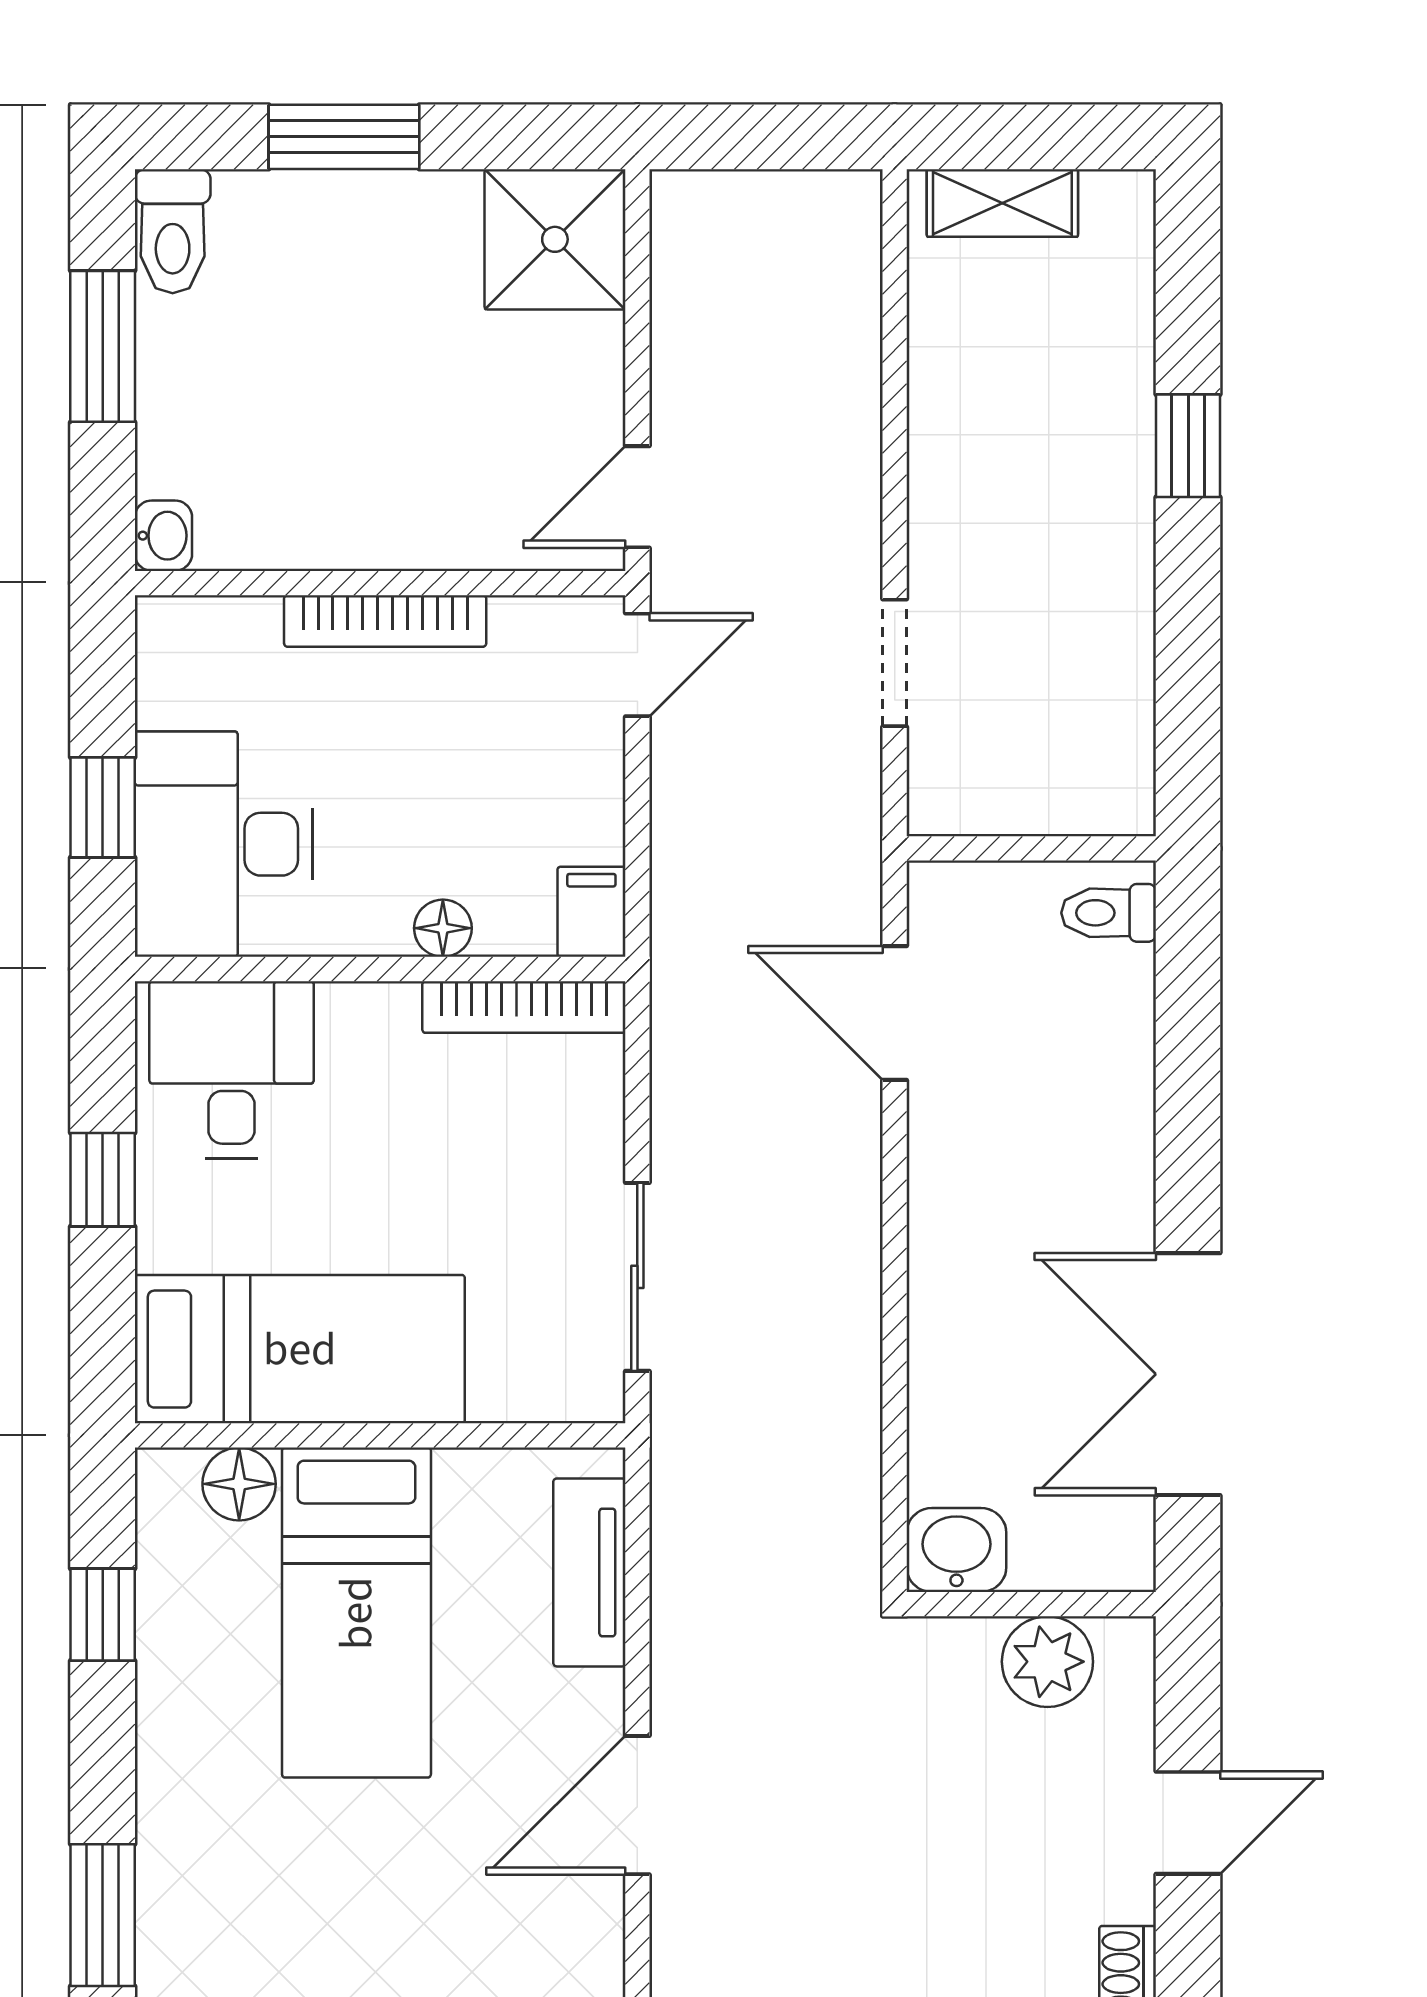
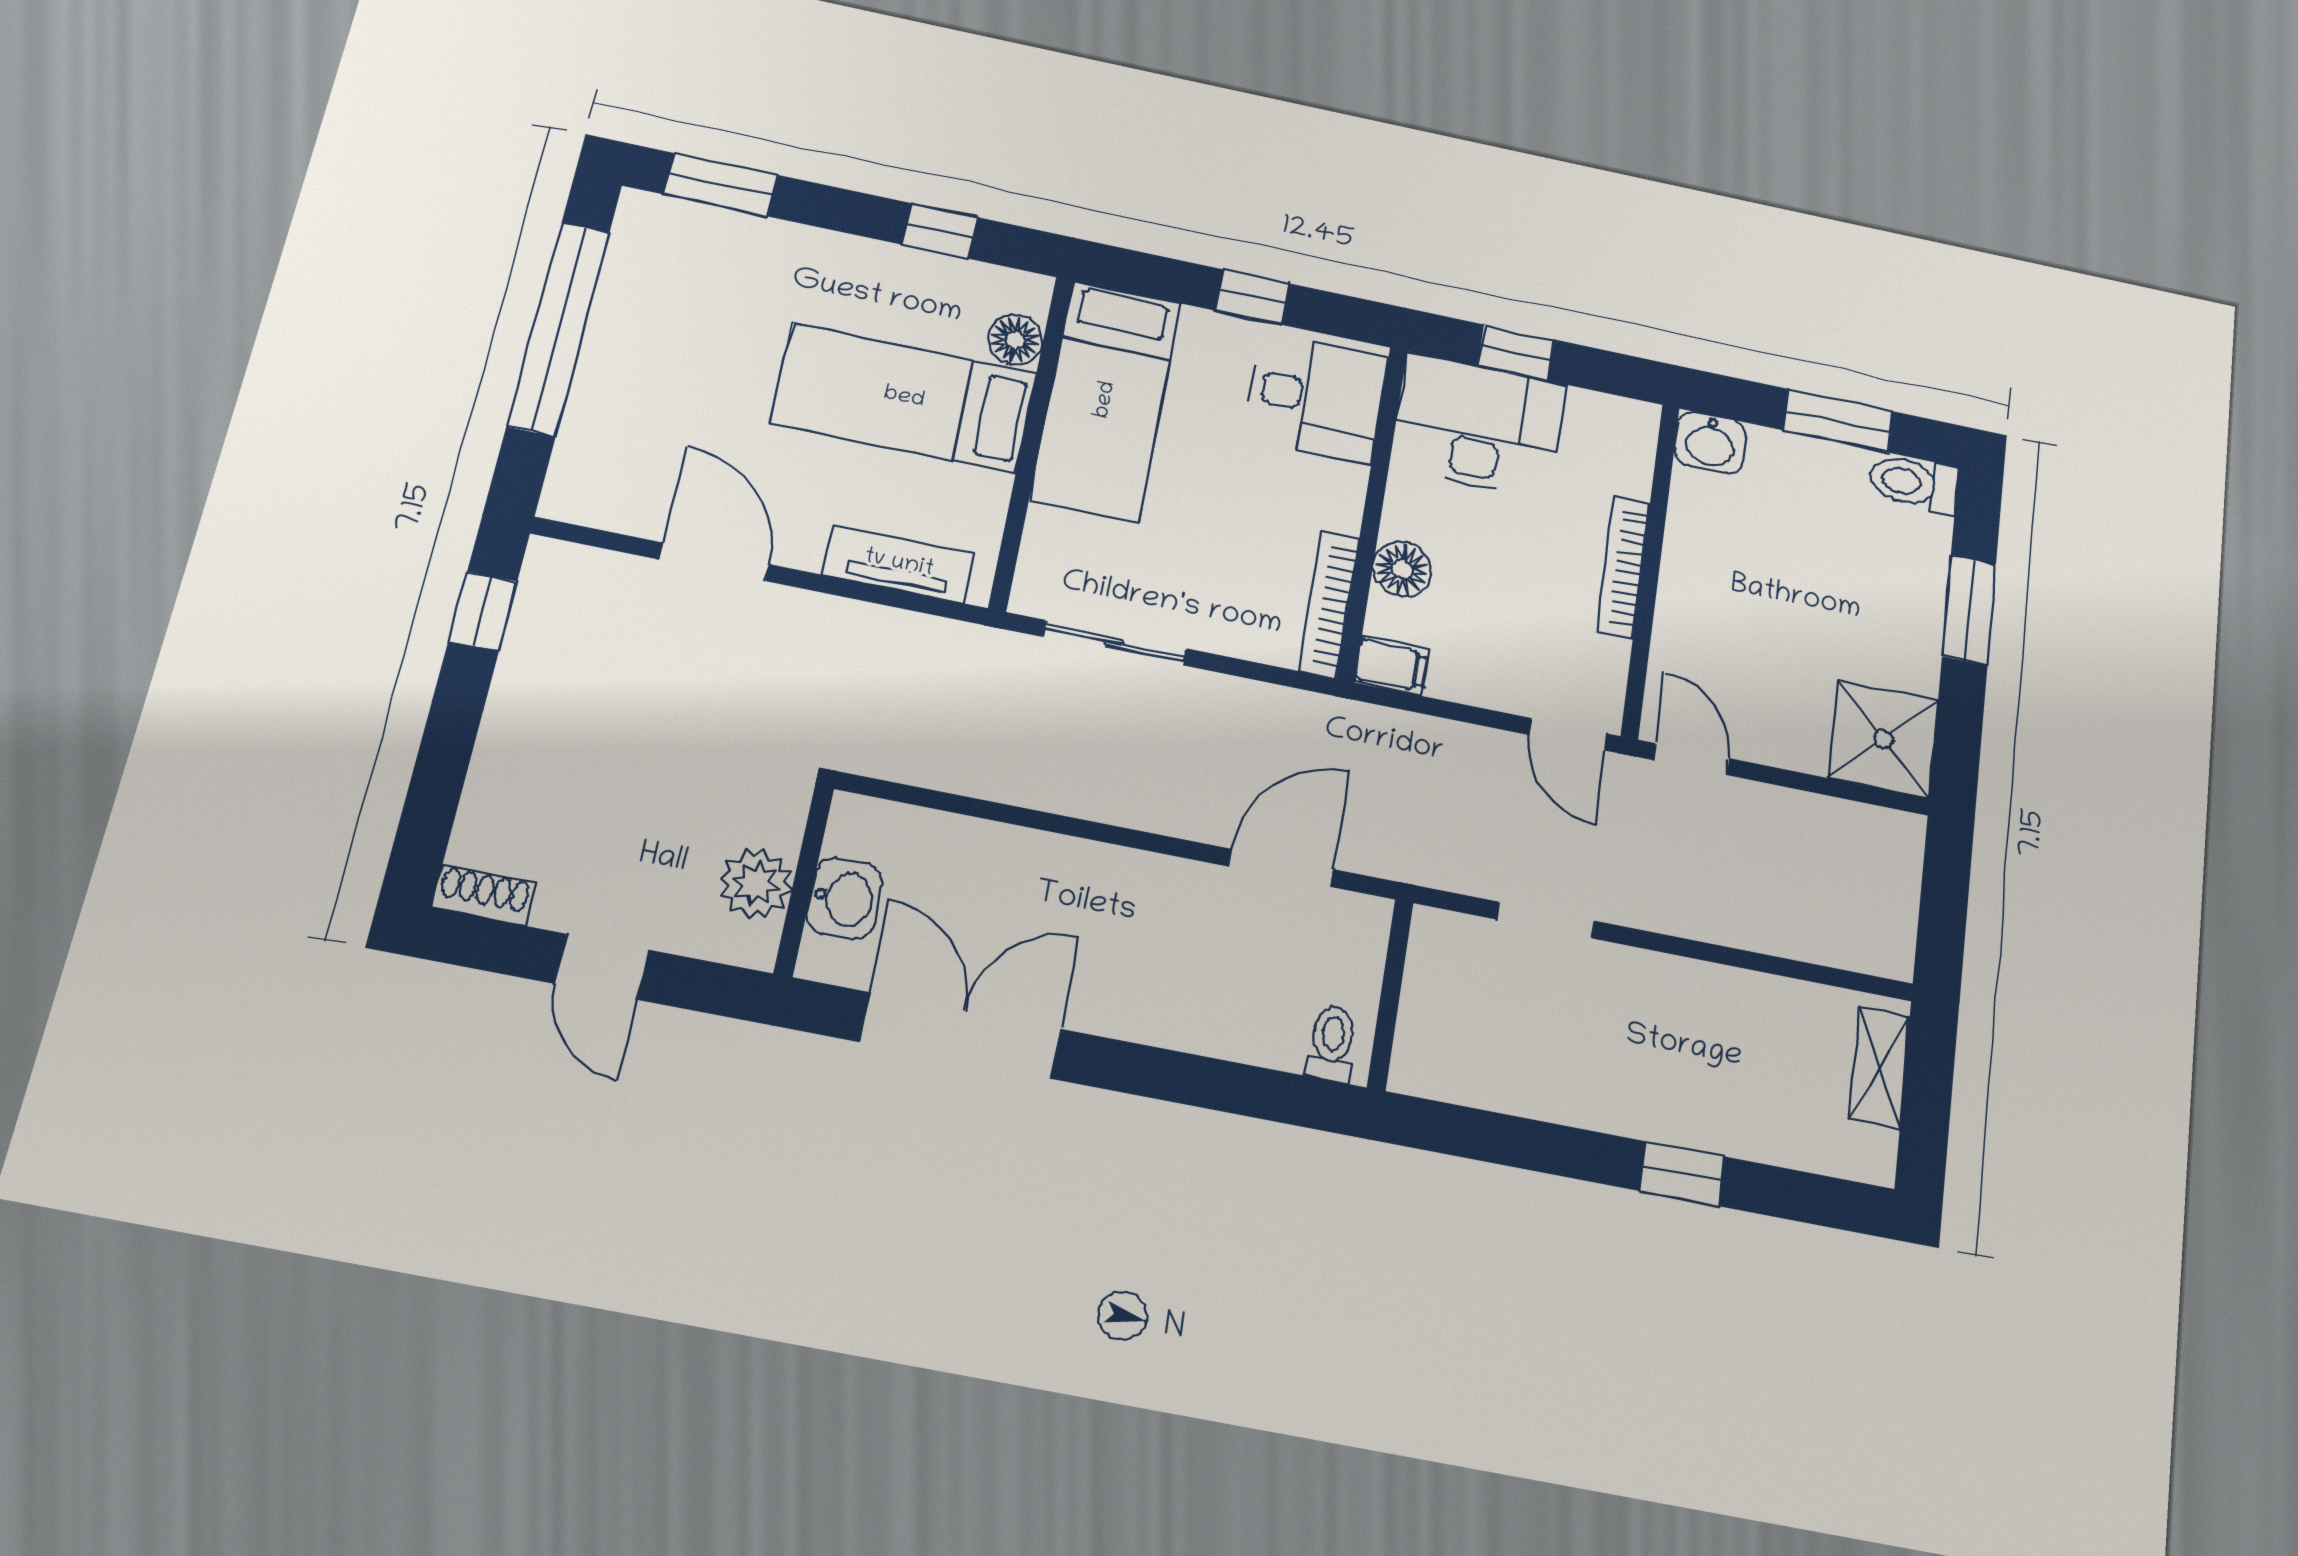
washbasin: (163, 536) -> (1710, 443), width x1.38, depth x1.45
floor lamp: (443, 928) -> (1402, 569), width x1.37, depth x1.37
washbasin: (956, 1550) -> (844, 898), moved

